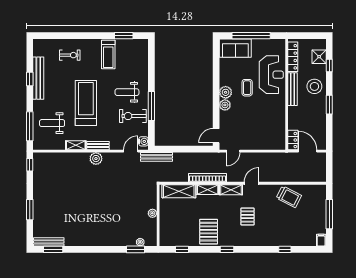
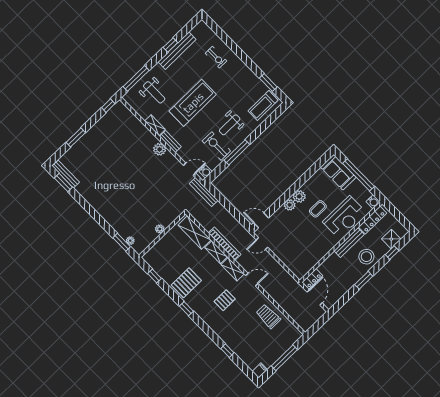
water cooler: (280, 44) -> (373, 202), added
treadmill: (108, 54) -> (263, 105), moved
weight bench: (127, 92) -> (230, 125), turned -90
weight bench: (52, 123) -> (154, 92), turned 180
trolley: (289, 197) -> (268, 316), turned 153

